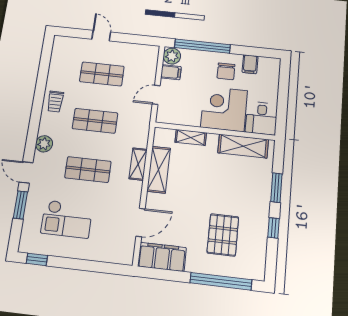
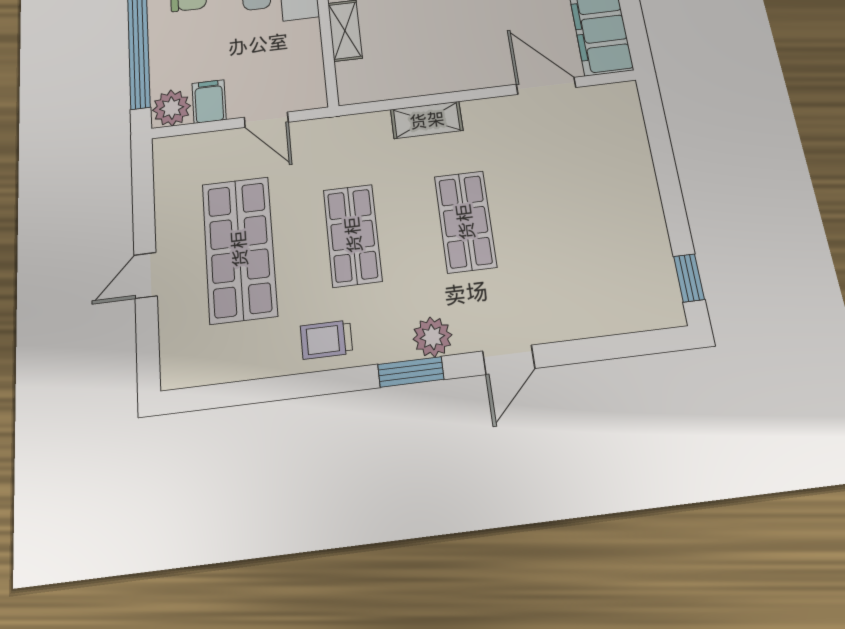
shop shelf: (102, 74) -> (239, 249), width x1.43, depth x1.36
trolley: (55, 101) -> (326, 340), turned 180
shelving: (159, 170) -> (428, 77), removed
window: (20, 205) -> (411, 372), moved
checkout: (67, 219) -> (584, 237), removed

